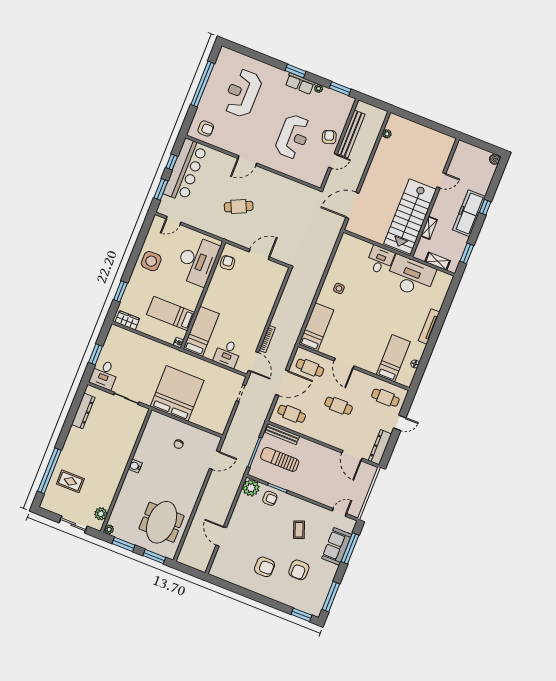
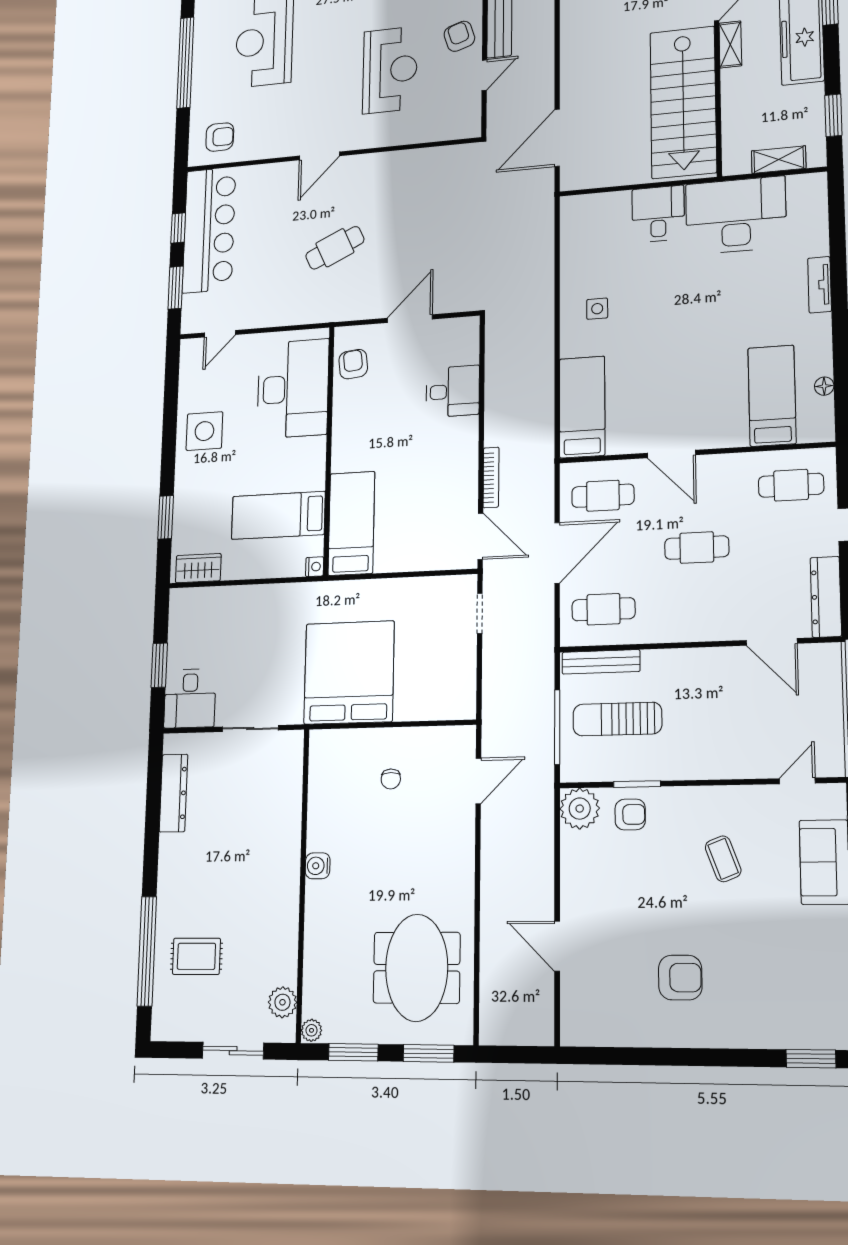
shelving: (429, 228) -> (730, 44), moved
tv unit: (429, 326) -> (820, 285), width x0.71
desk: (228, 354) -> (453, 391), moved, turned -90
armchair: (299, 570) -> (761, 953), removed

